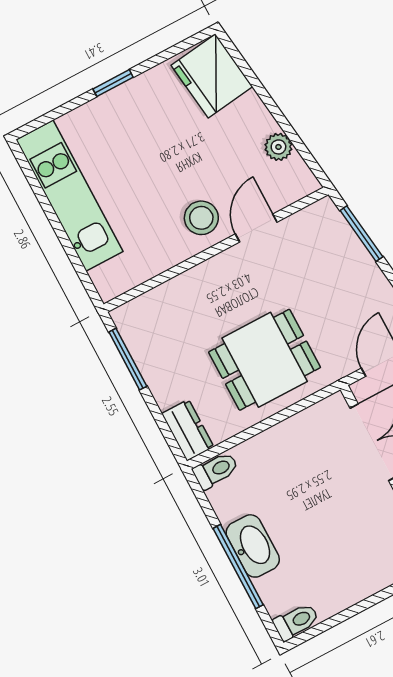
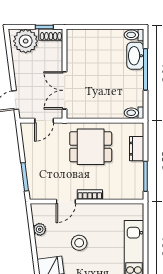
stool: (201, 218) -> (79, 243), moved
bookcase: (217, 266) -> (90, 195), added
dresser: (188, 430) -> (137, 149), moved
washbasin: (253, 546) -> (135, 56), moved

